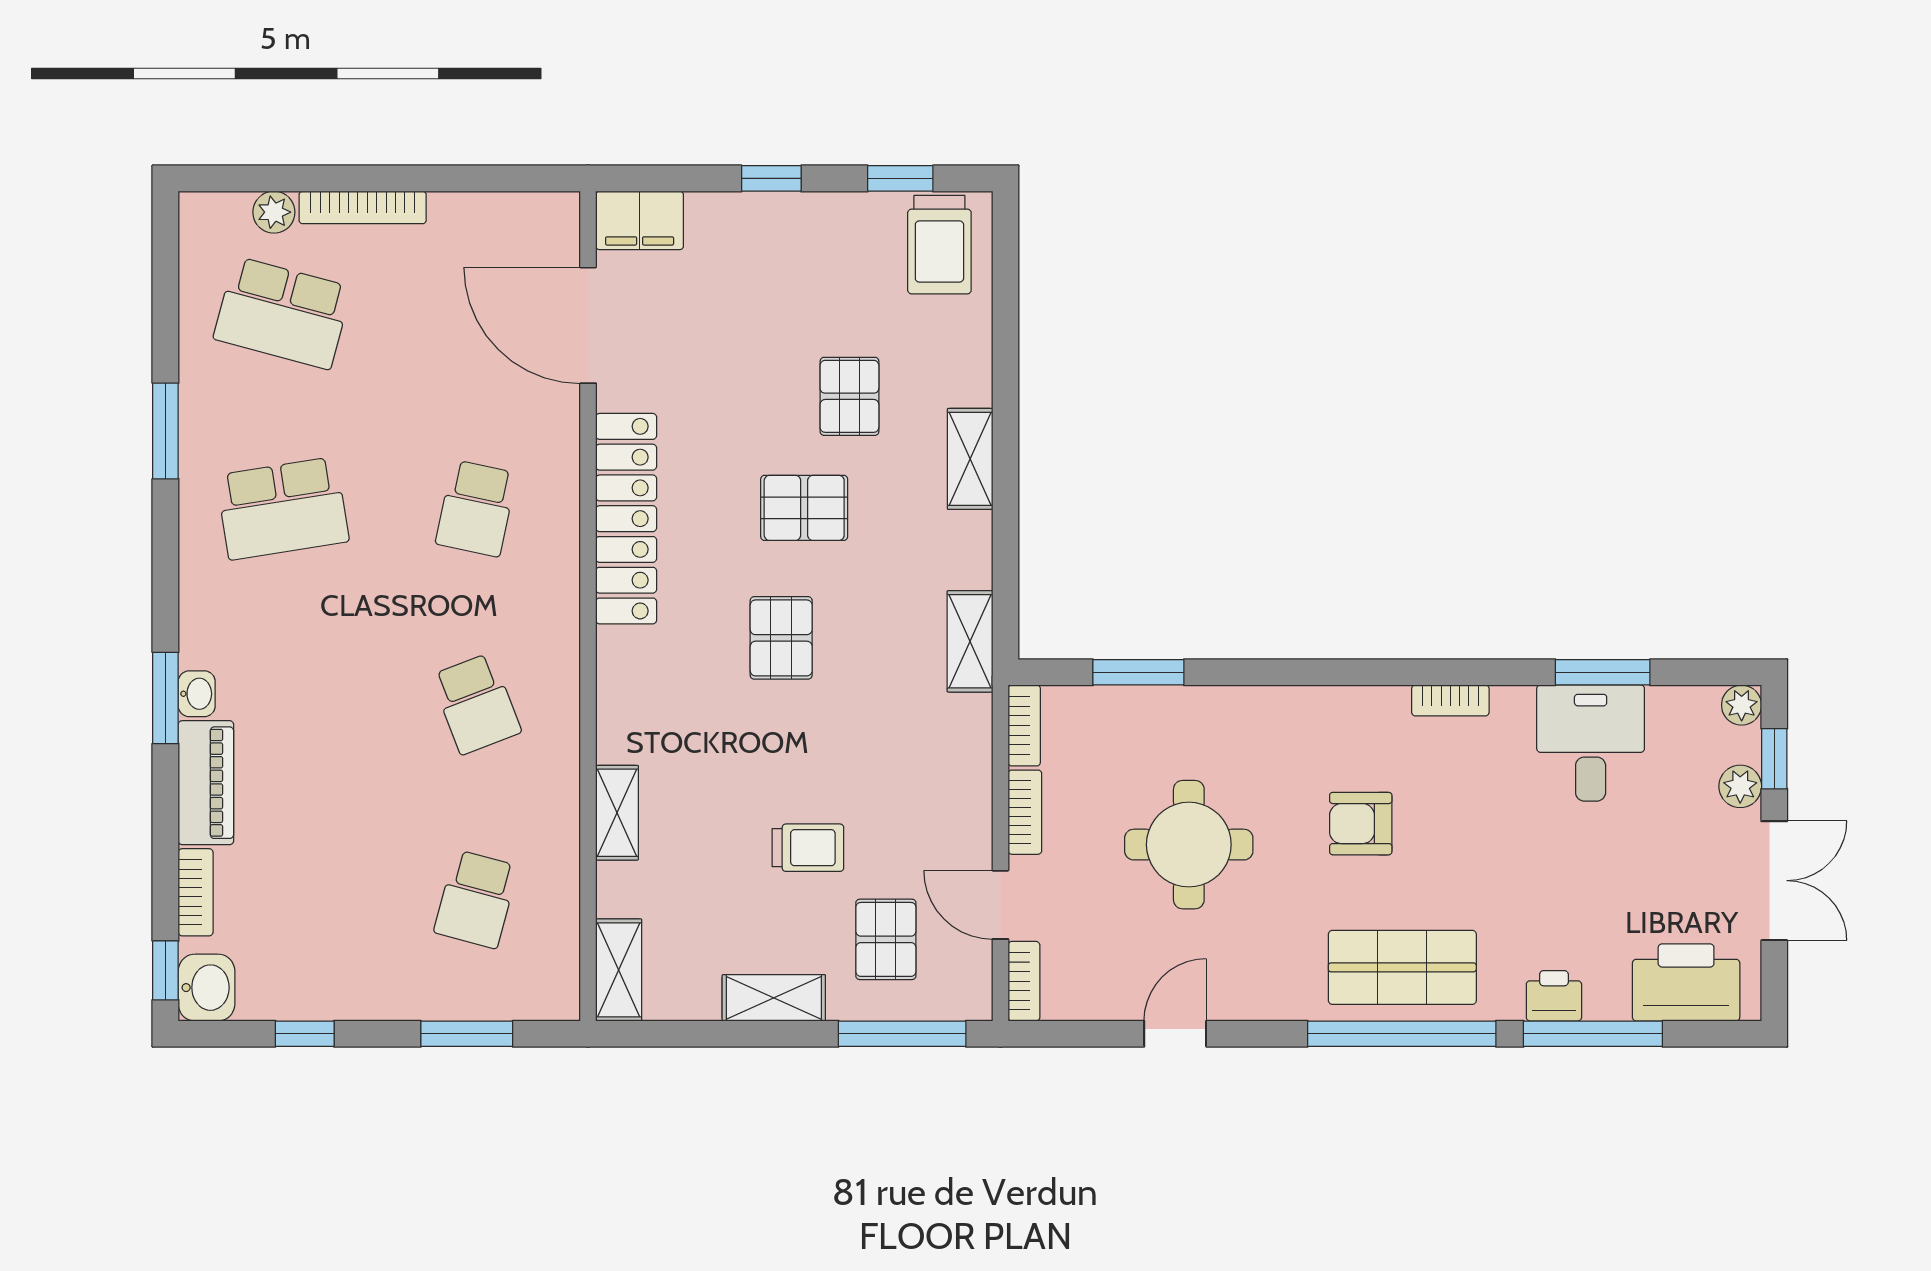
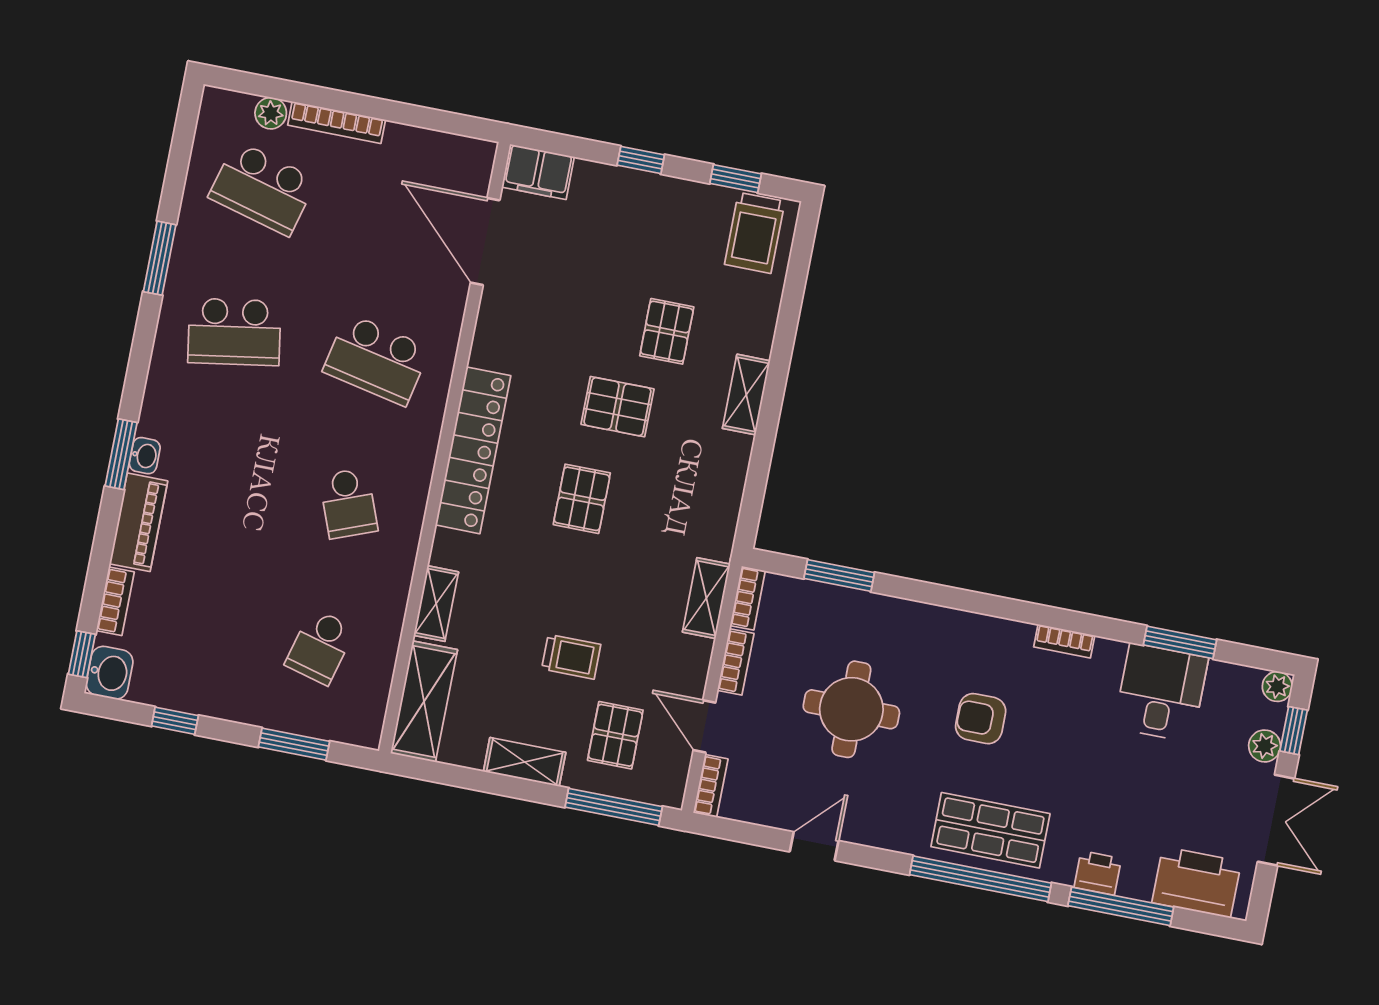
school desk: (476, 508) -> (376, 360), width x1.85
locker: (626, 519) -> (473, 450), moved
shelving: (970, 641) -> (706, 598), moved
shelving: (619, 970) -> (424, 702), width x1.50, depth x1.33

